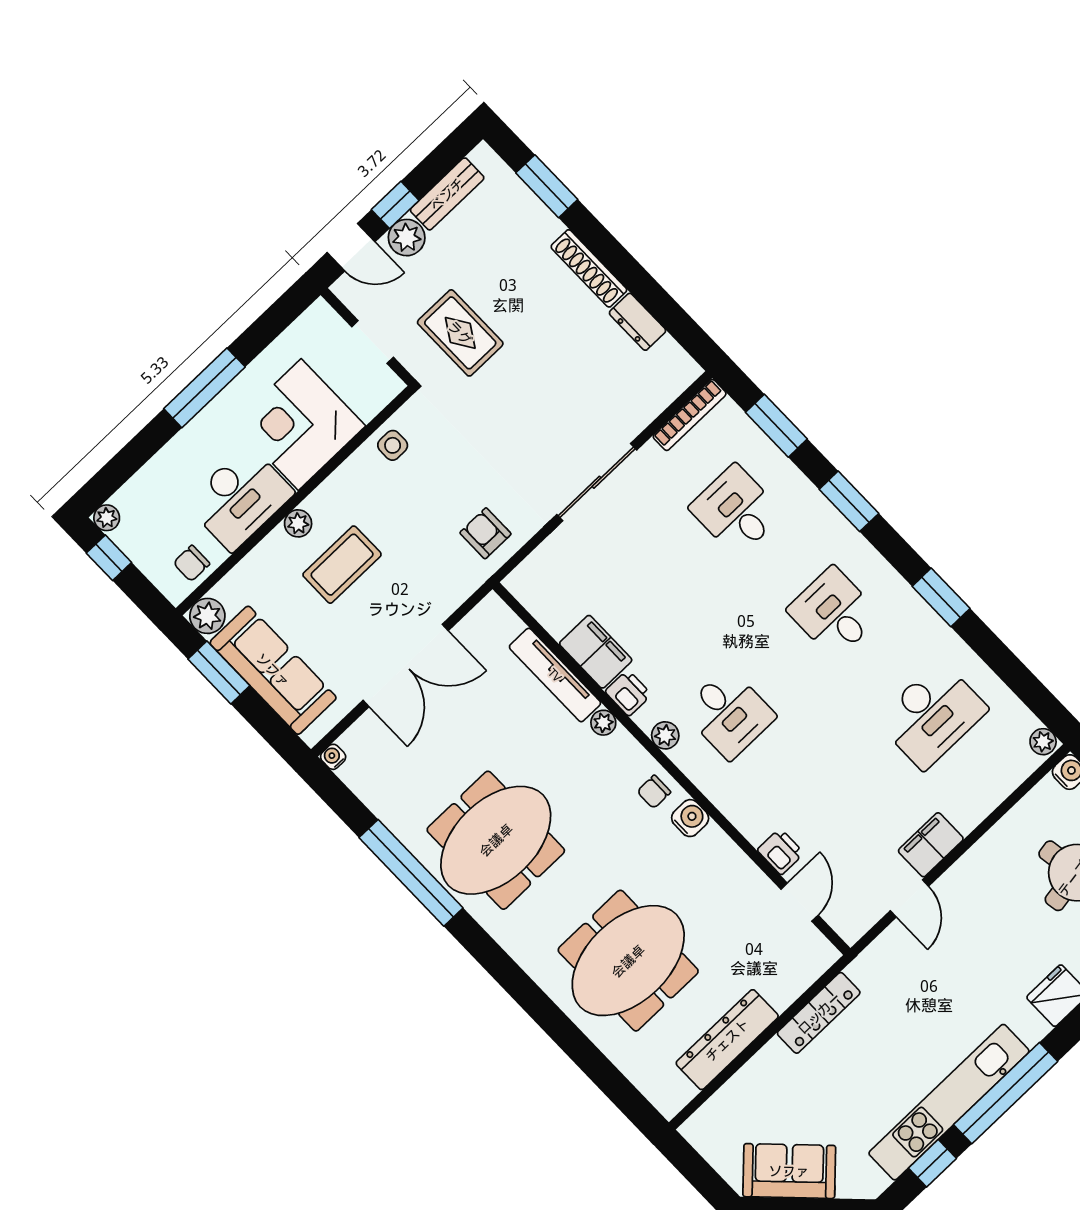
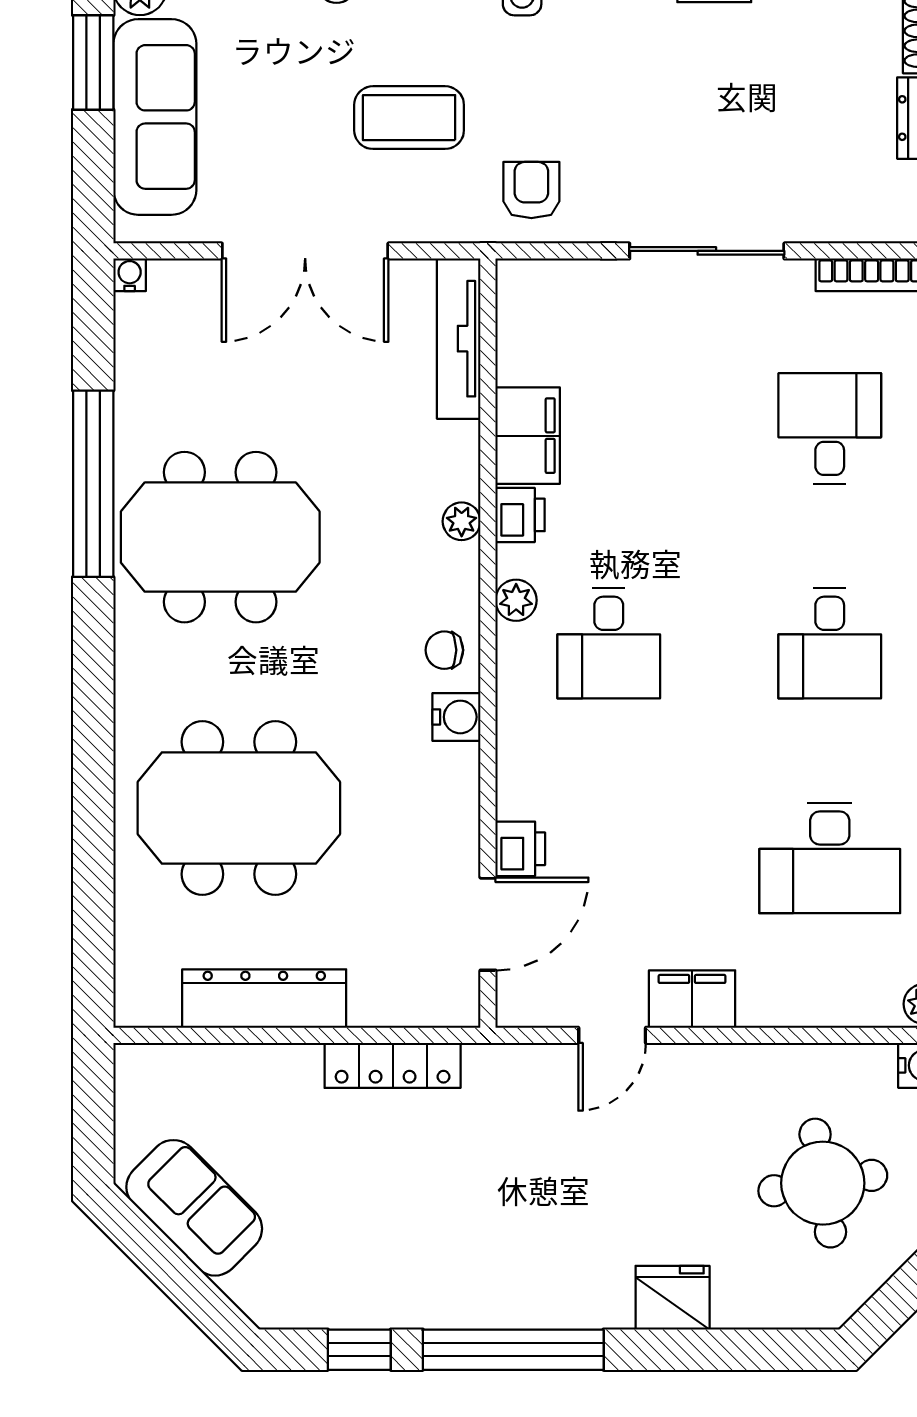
coffee table: (342, 565) -> (409, 118), moved
desk: (834, 613) -> (830, 643), turned 180
tv unit: (555, 675) -> (459, 339), moved
door: (800, 902) -> (488, 924), width x1.38
kitchen unit: (949, 1102) -> (442, 1300), removed

